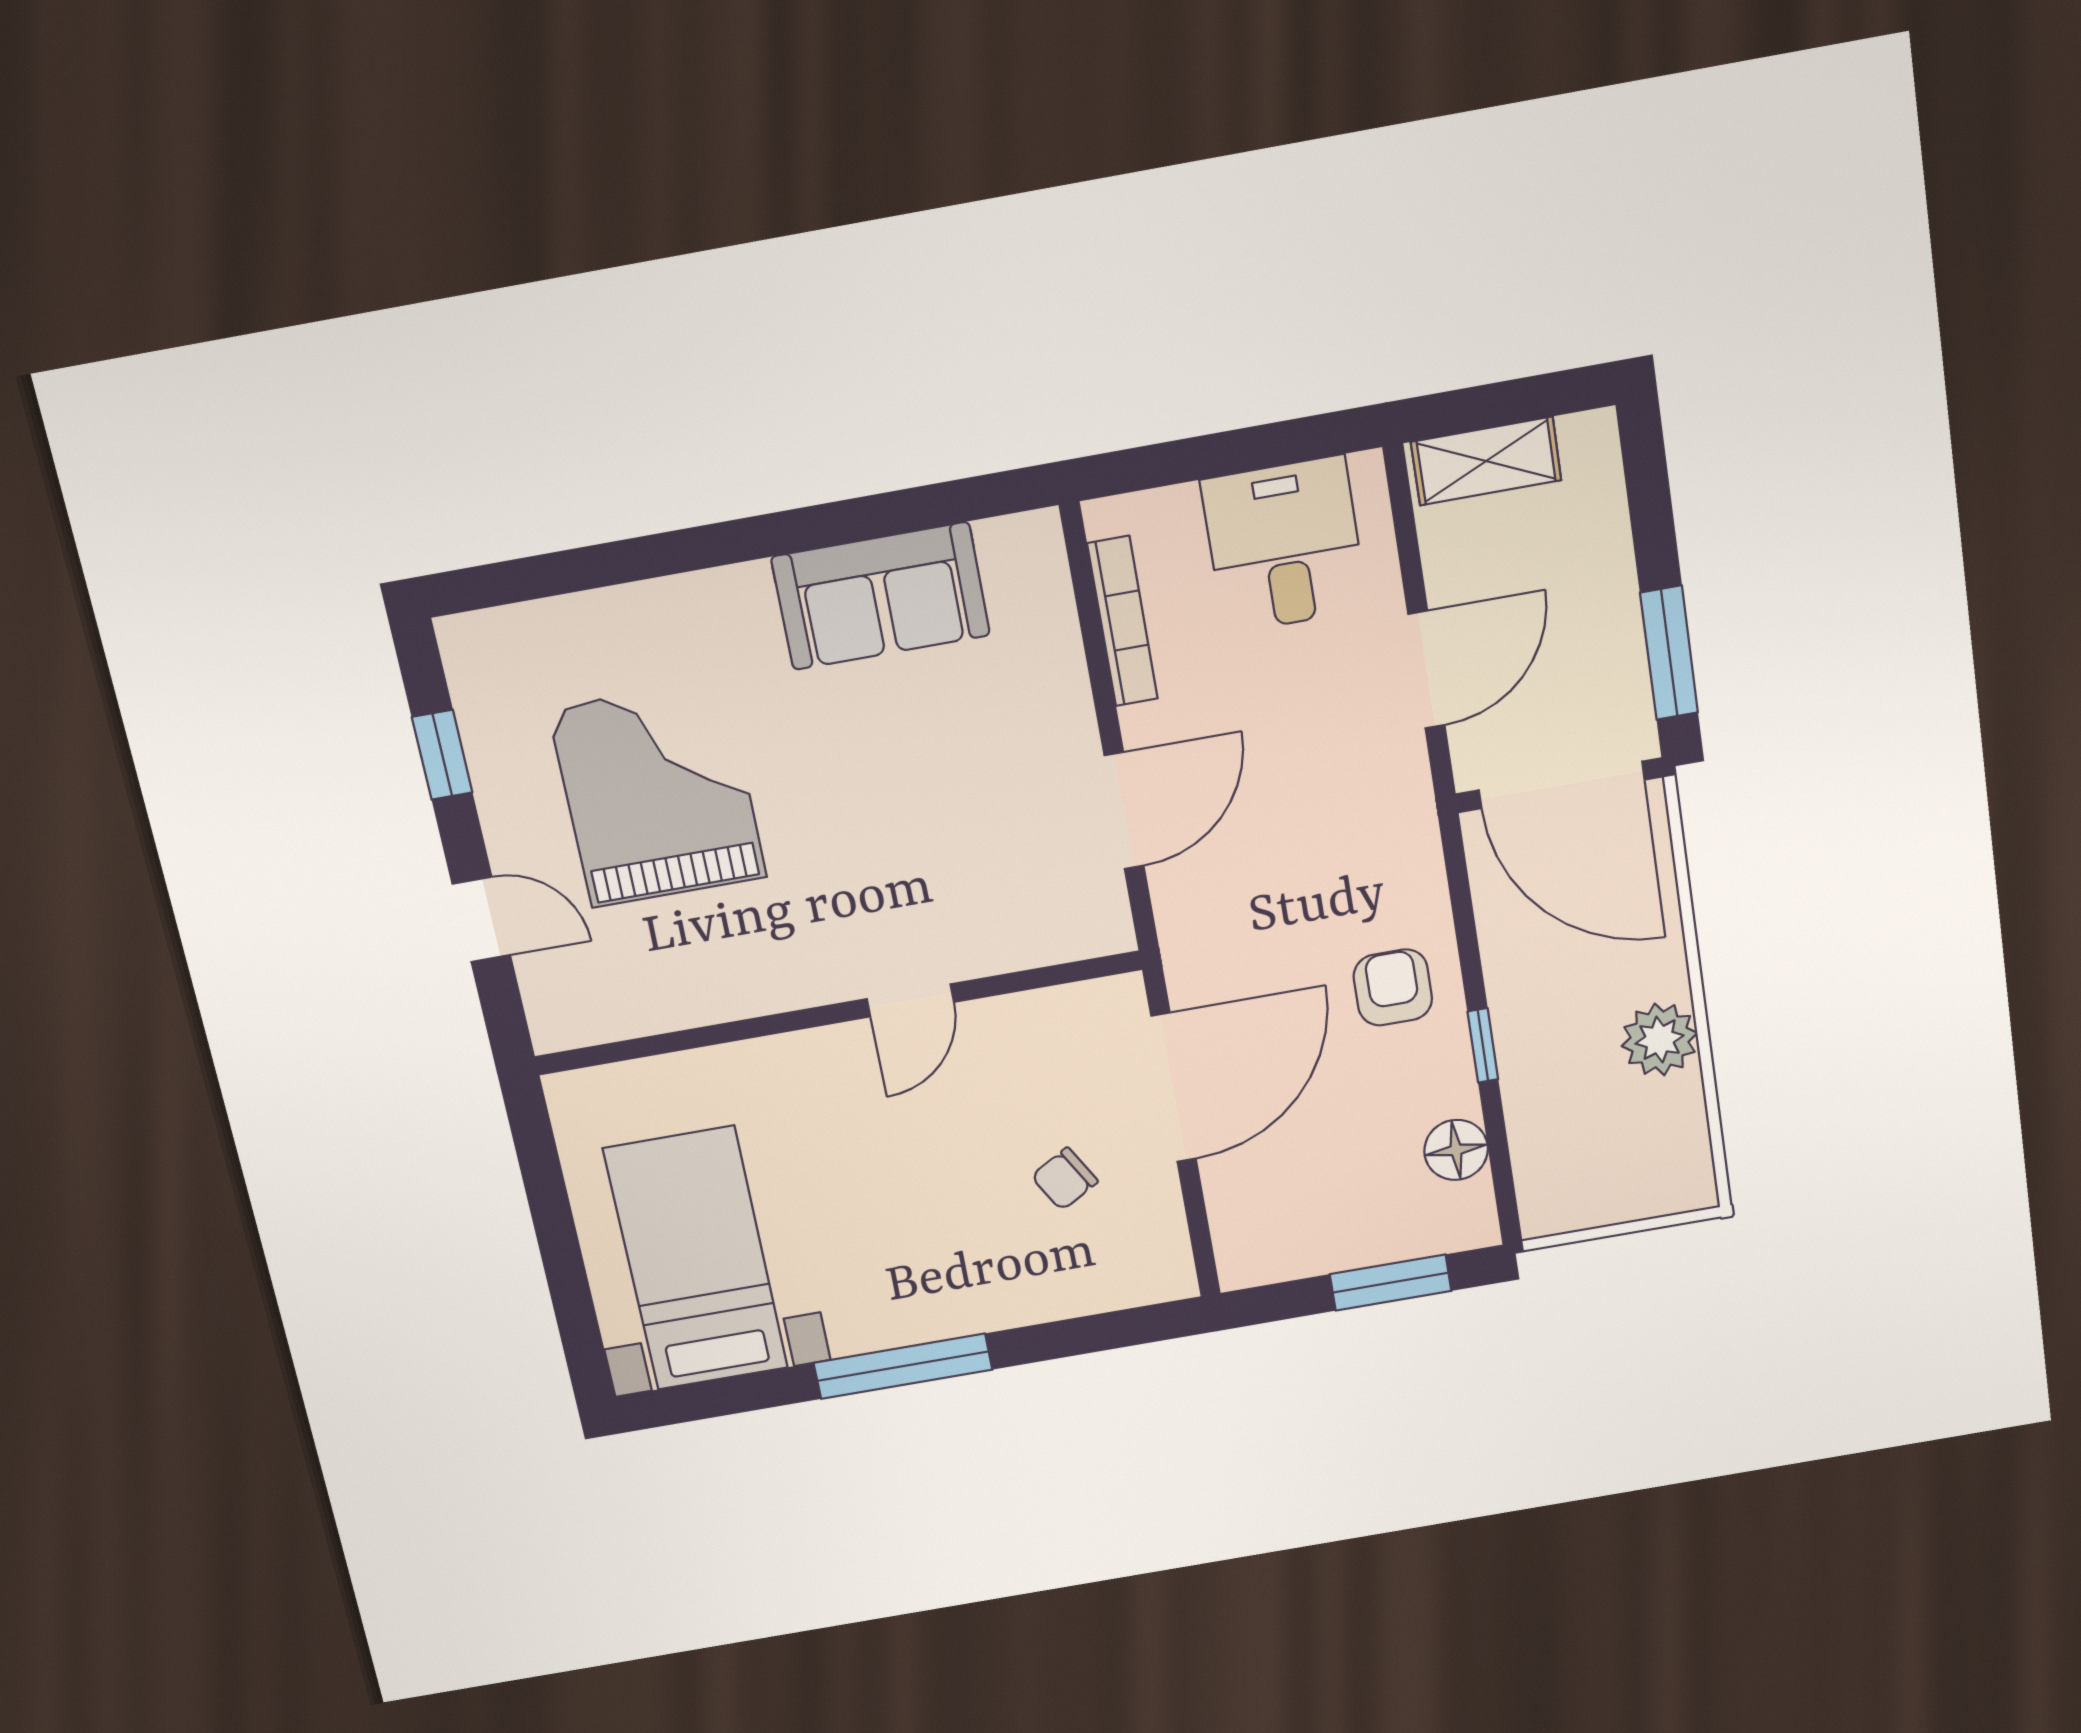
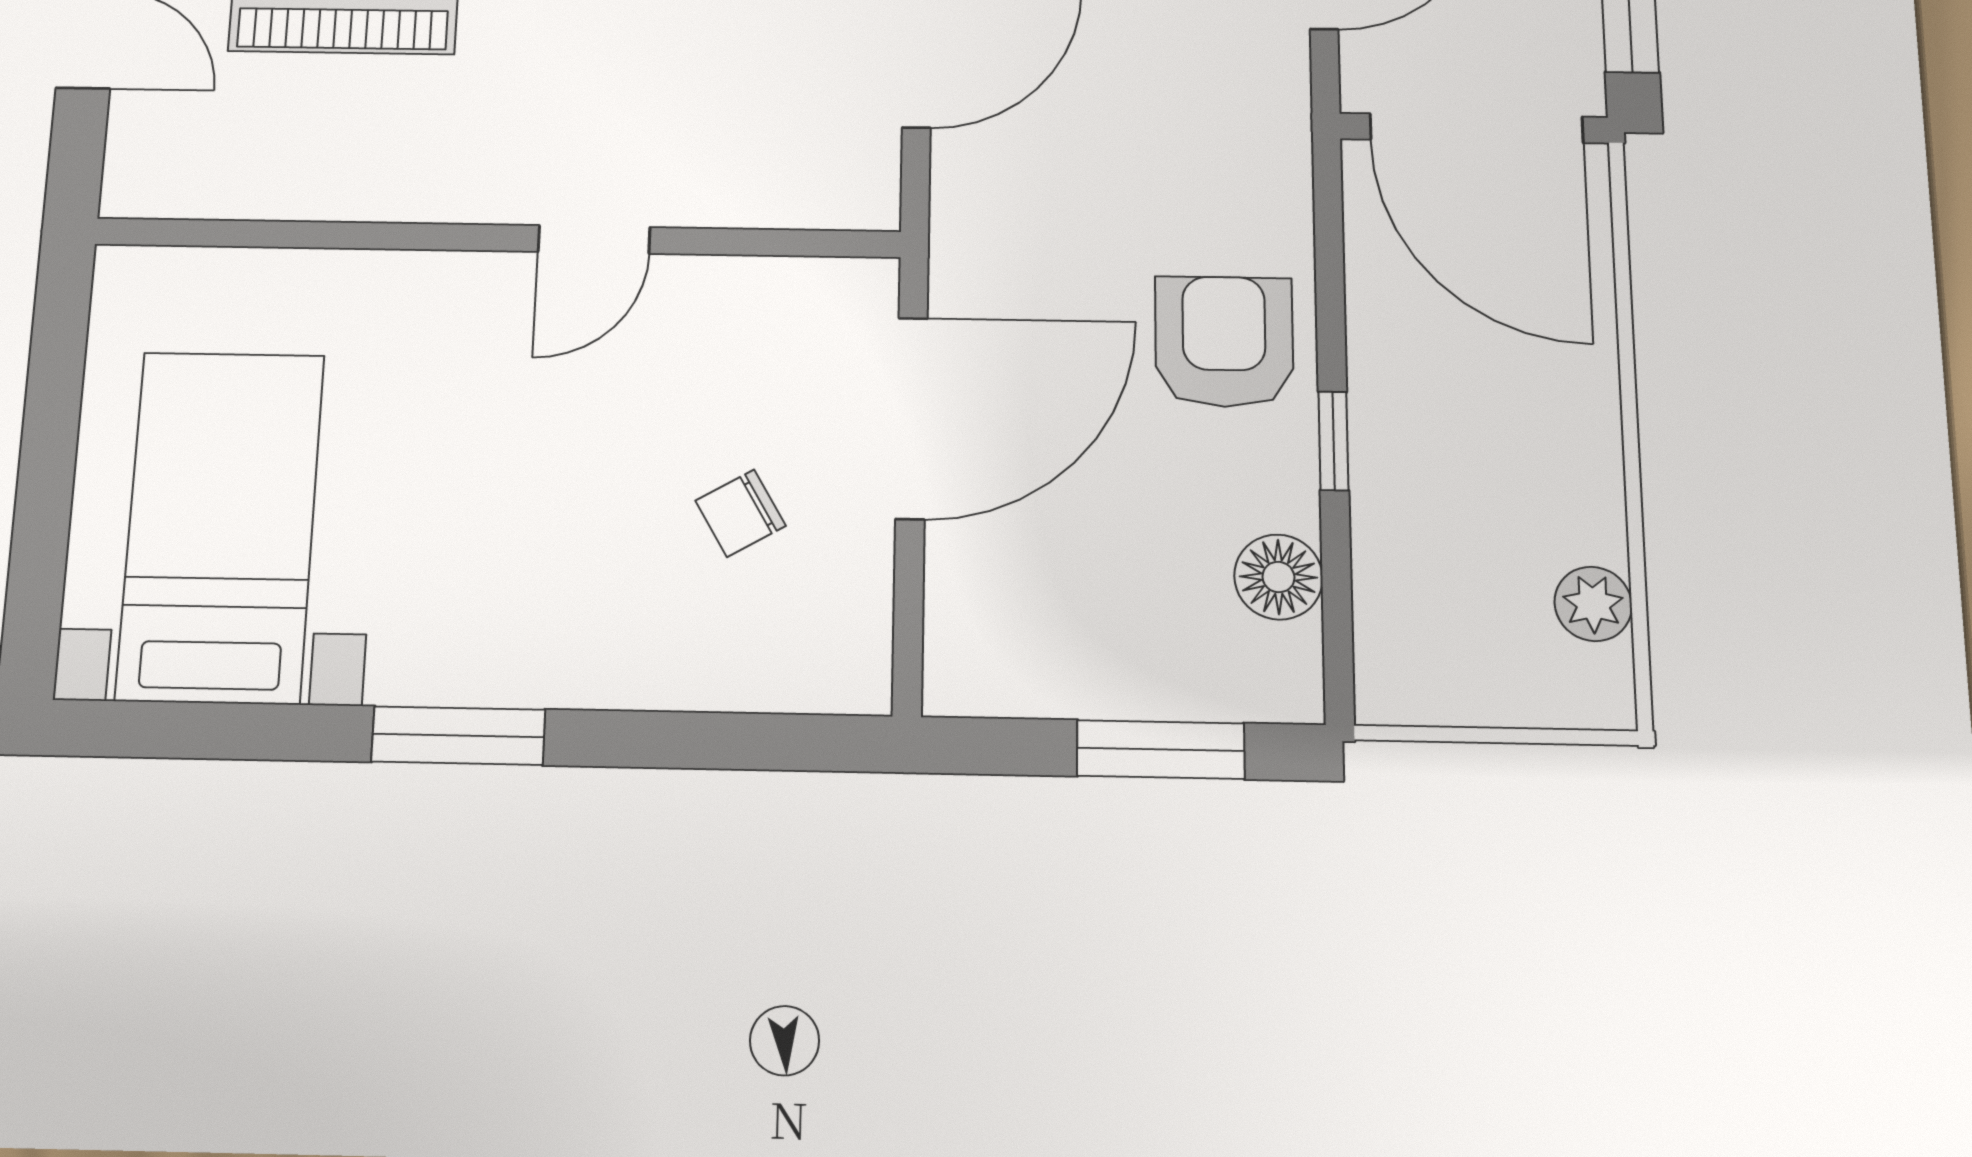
armchair: (1393, 987) -> (1224, 342), width x1.38, depth x1.38
plant: (1660, 1040) -> (1593, 604), moved, width x0.73, depth x0.73
window: (903, 1366) -> (458, 736), width x0.69

